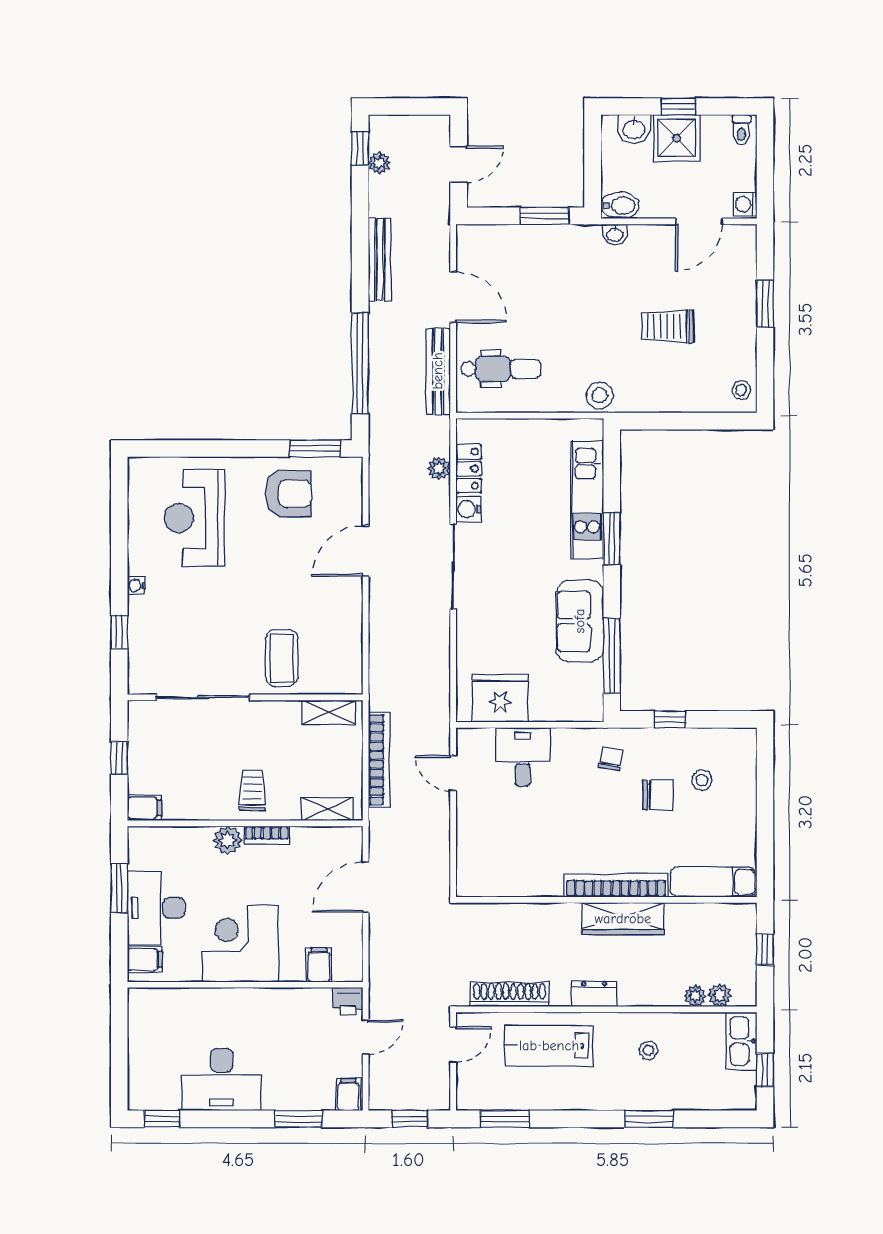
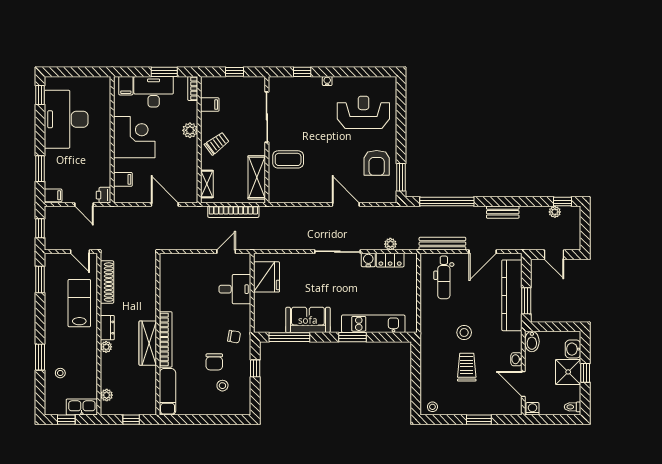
washbasin: (615, 234) -> (516, 359), moved
kitchen counter: (534, 243) -> (512, 295), added
bench: (380, 259) -> (503, 212), width x0.73
stool: (600, 395) -> (464, 332), moved
shelving: (329, 712) -> (257, 177), width x1.50, depth x1.33
trolley: (252, 790) -> (217, 144), turned -37
filing cabinet: (145, 808) -> (210, 105), moved, turned -90
bookcase: (267, 835) -> (193, 88), moved
plant: (695, 996) -> (106, 347), moved
stool: (648, 1050) -> (60, 373), moved
desk: (222, 1080) -> (66, 119), width x1.36, depth x1.30

